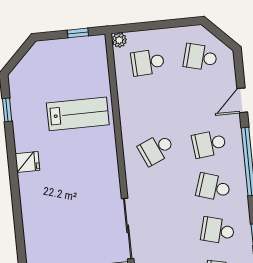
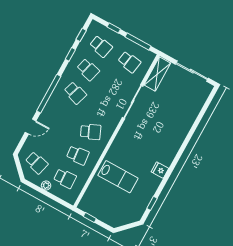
plant: (119, 40) -> (46, 185), moved
lab bench: (78, 114) -> (118, 177), turned 180
school desk: (209, 144) -> (78, 155), moved

